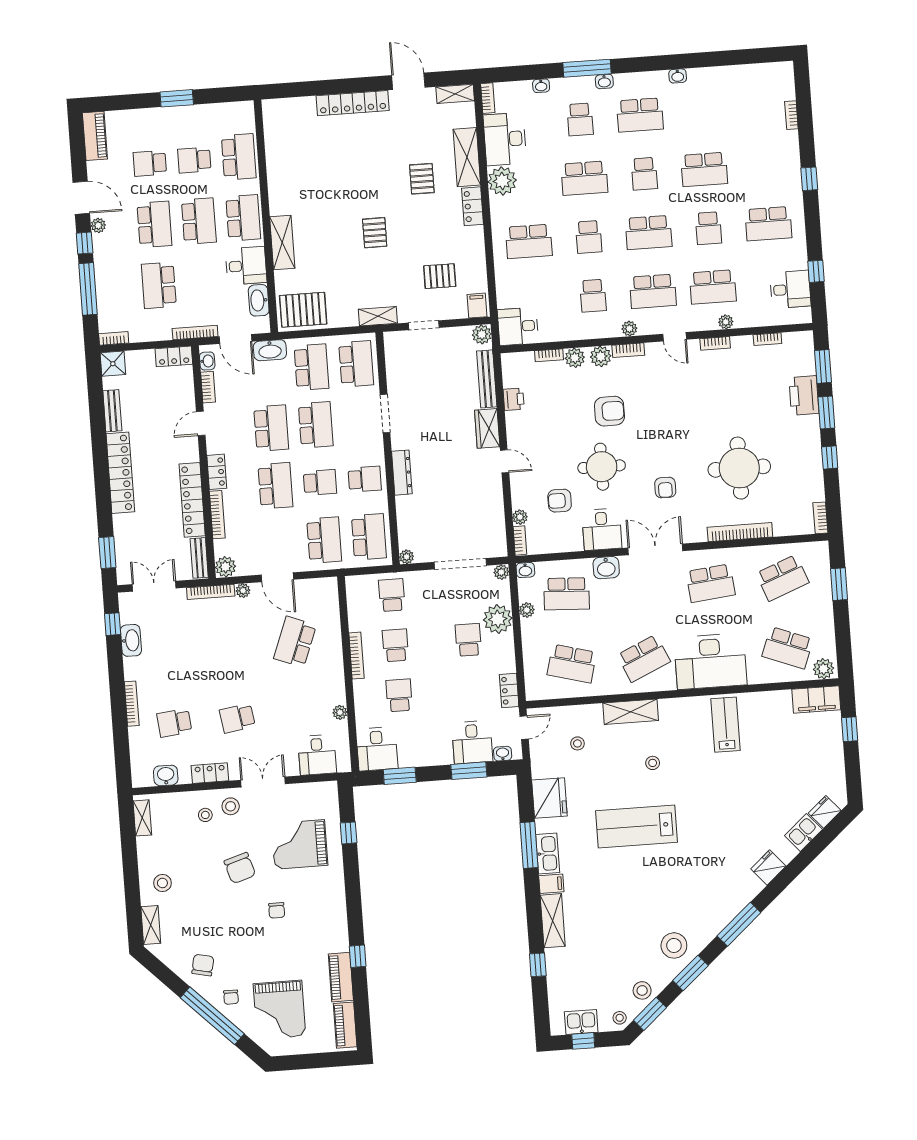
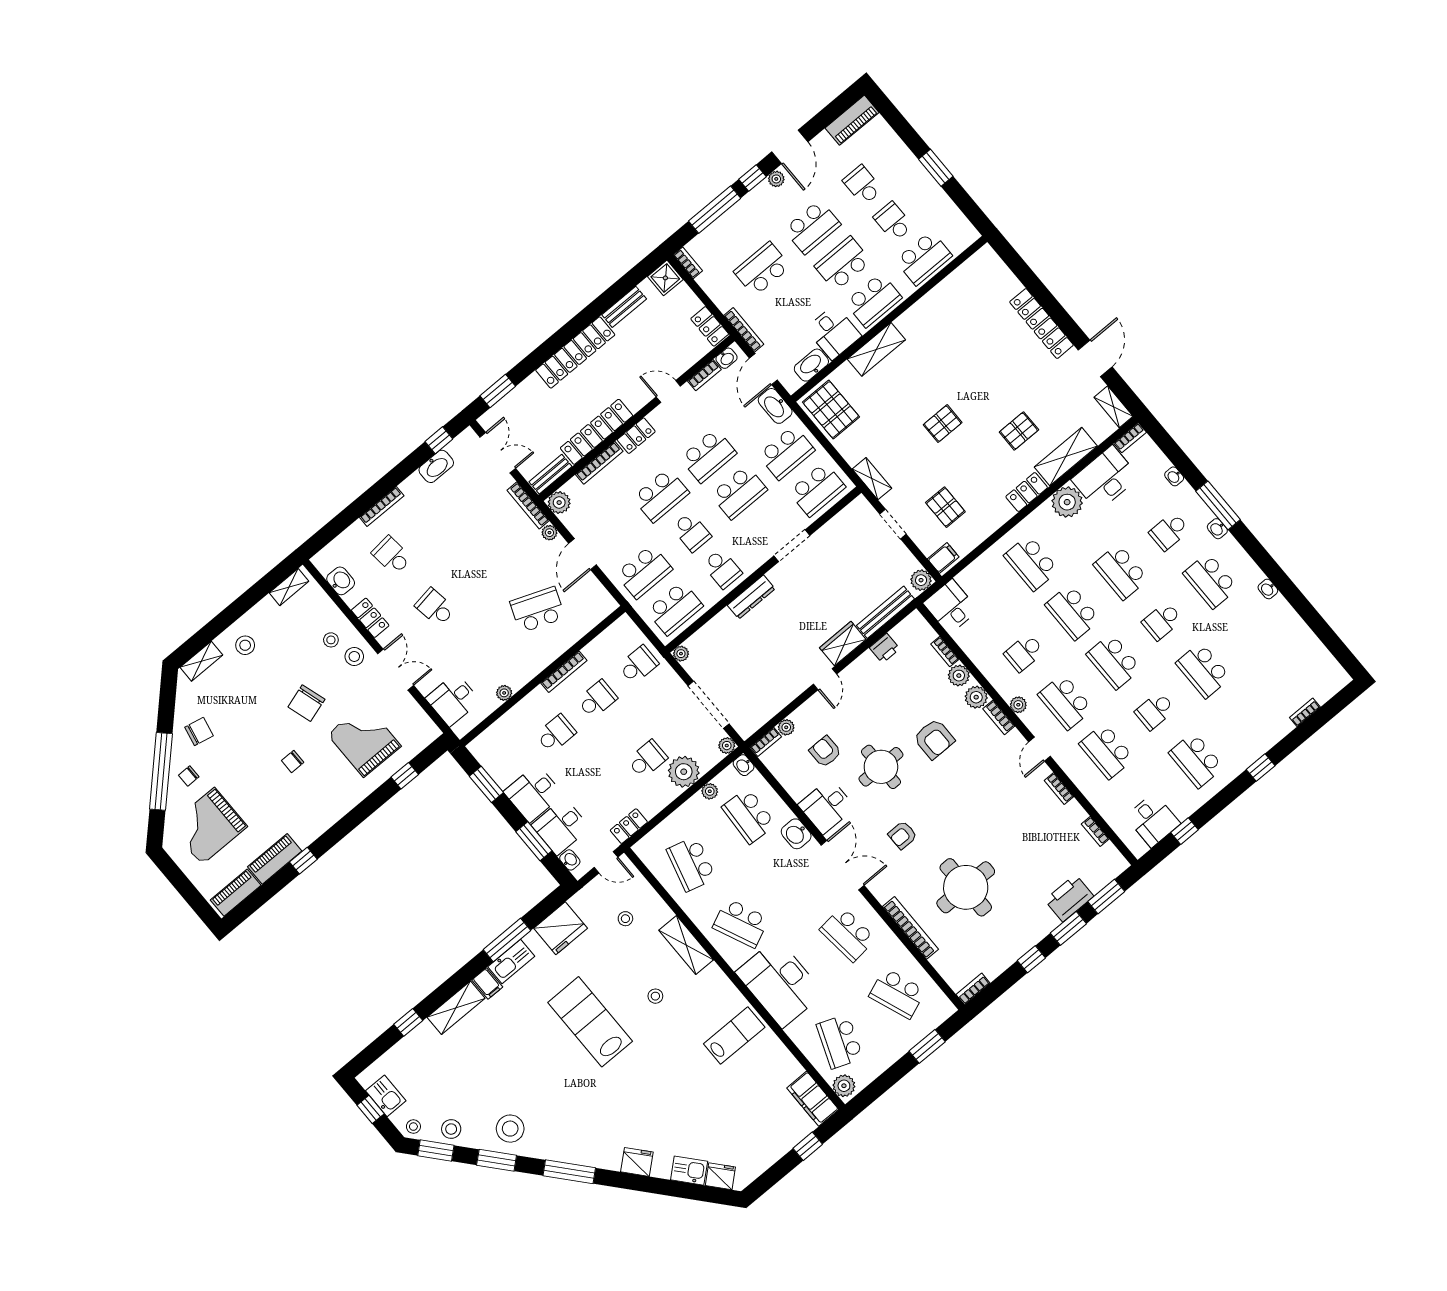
school desk: (199, 221) -> (843, 264), turned 180
school desk: (589, 237) -> (1072, 612), width x1.85
plant: (726, 322) -> (1084, 784), removed
desk: (377, 749) -> (533, 793), moved

